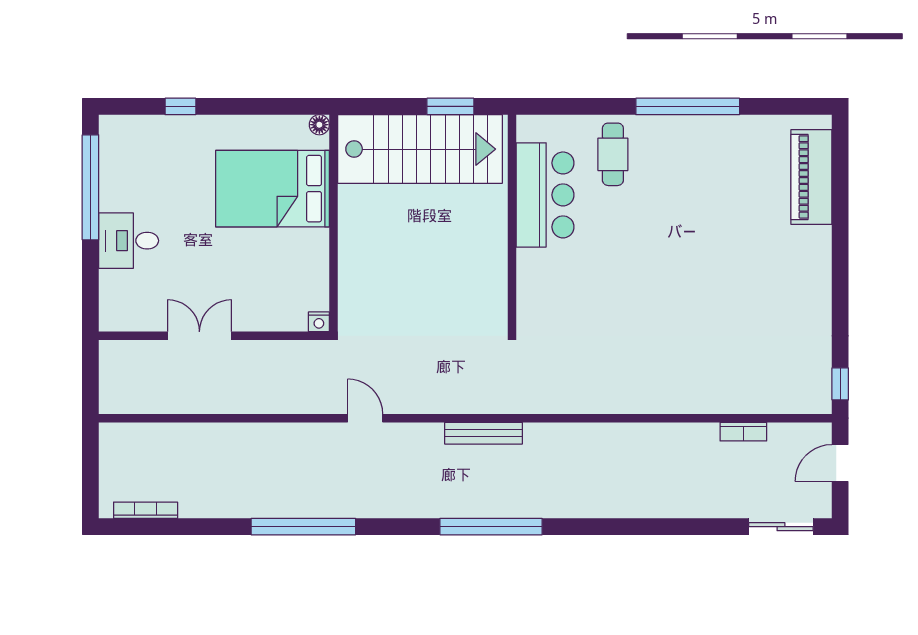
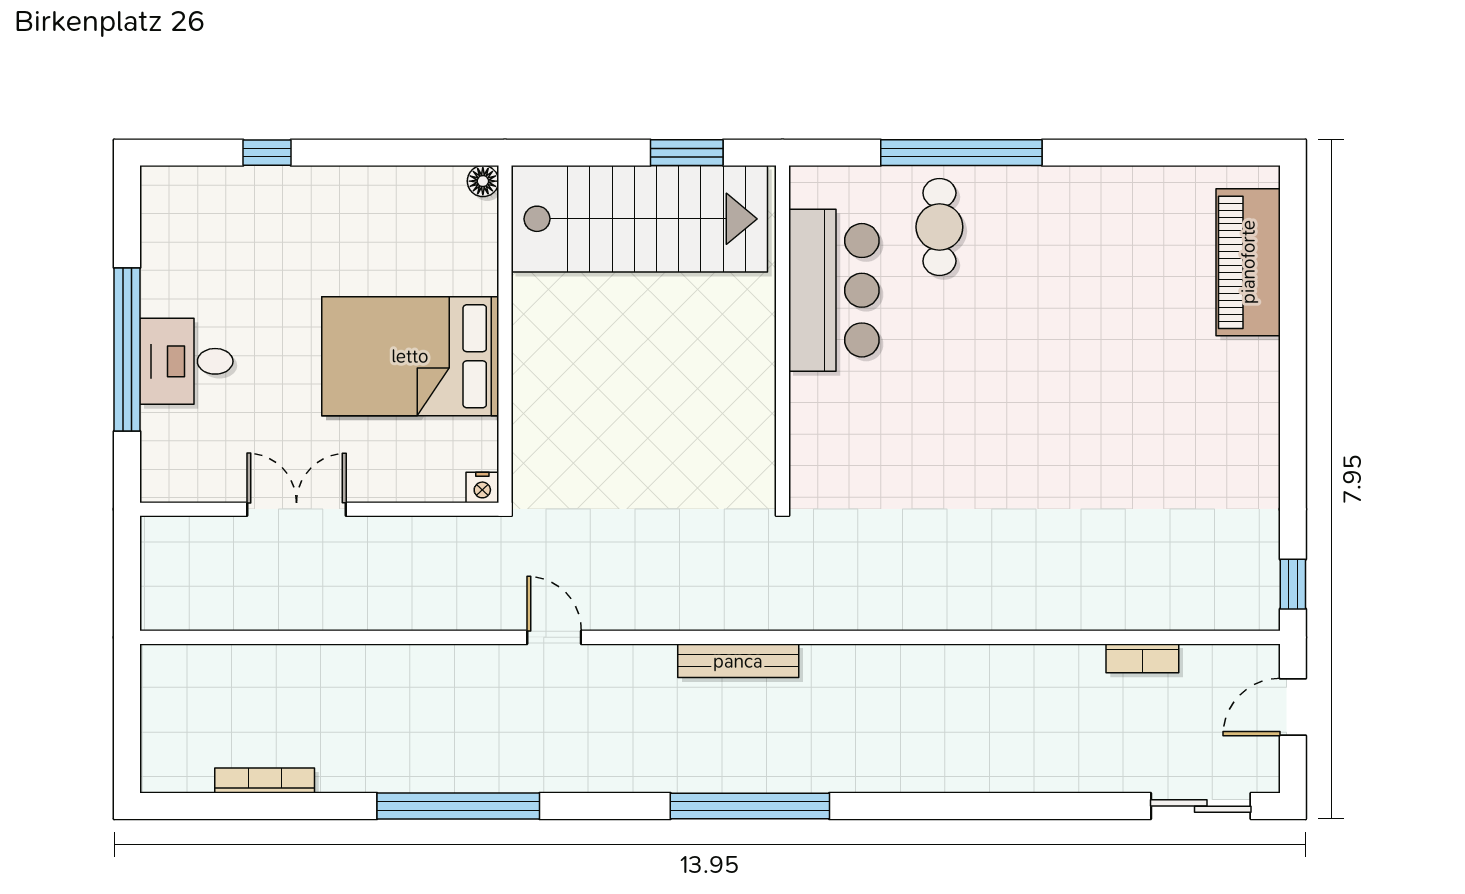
window: (688, 106) -> (961, 153), moved
window: (90, 187) -> (127, 349), moved
bed: (273, 189) -> (410, 356), moved
bookcase: (146, 510) -> (265, 781), moved

